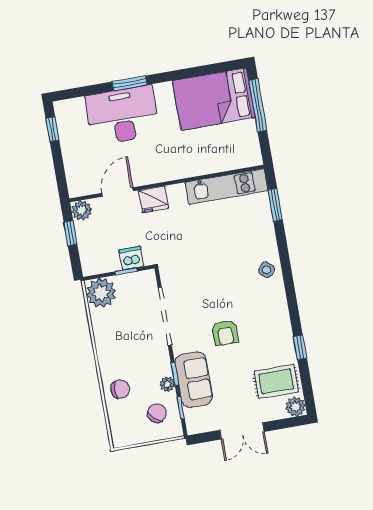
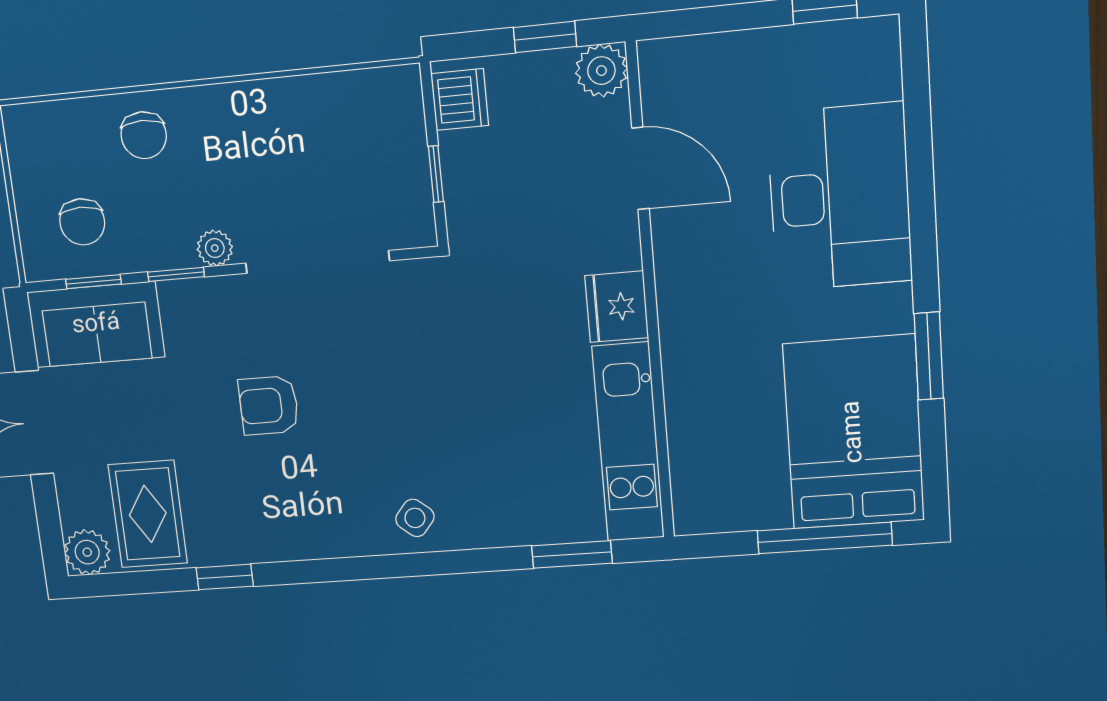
window: (130, 83) -> (929, 356), moved
fridge: (153, 199) -> (617, 307), moved
dishwasher: (131, 258) -> (460, 100), moved
plant: (101, 293) -> (386, 105), removed
sofa: (194, 380) -> (96, 325), moved
plant: (167, 384) -> (215, 248), moved
chair: (157, 413) -> (82, 222), turned 46

